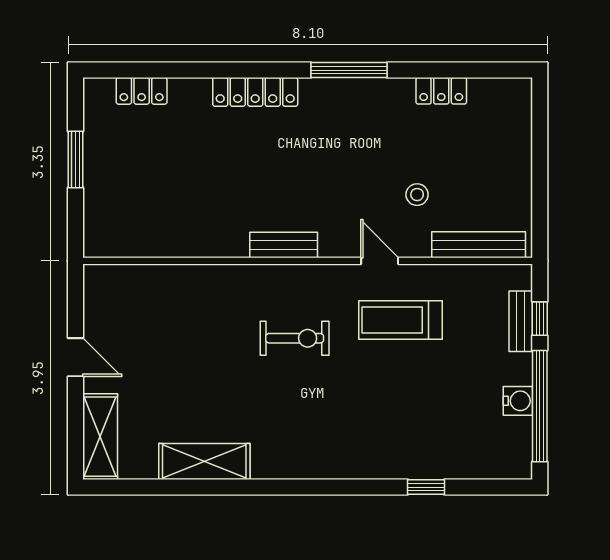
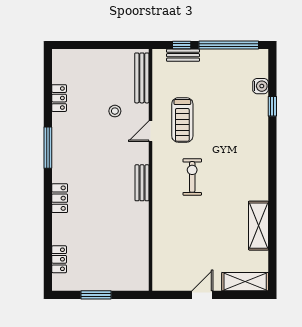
locker: (255, 92) -> (60, 198), width x0.66
water cooler: (518, 401) -> (261, 86), moved, turned 90

